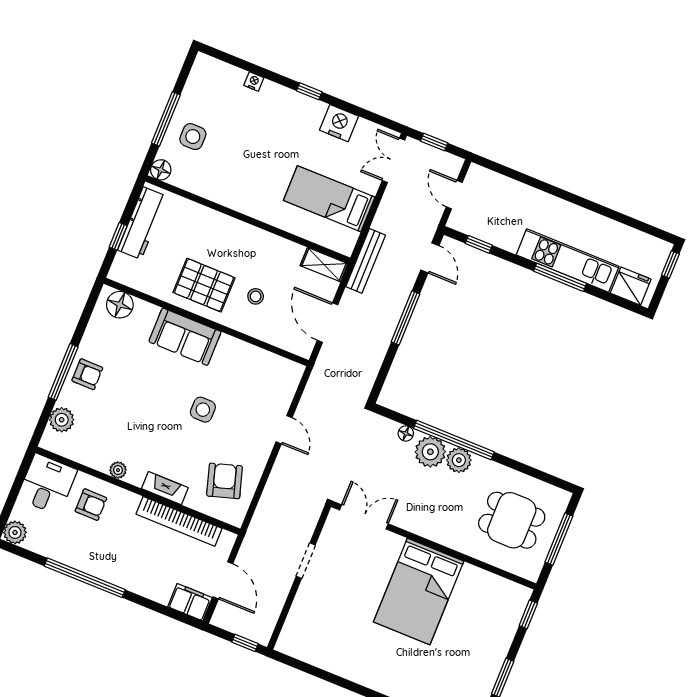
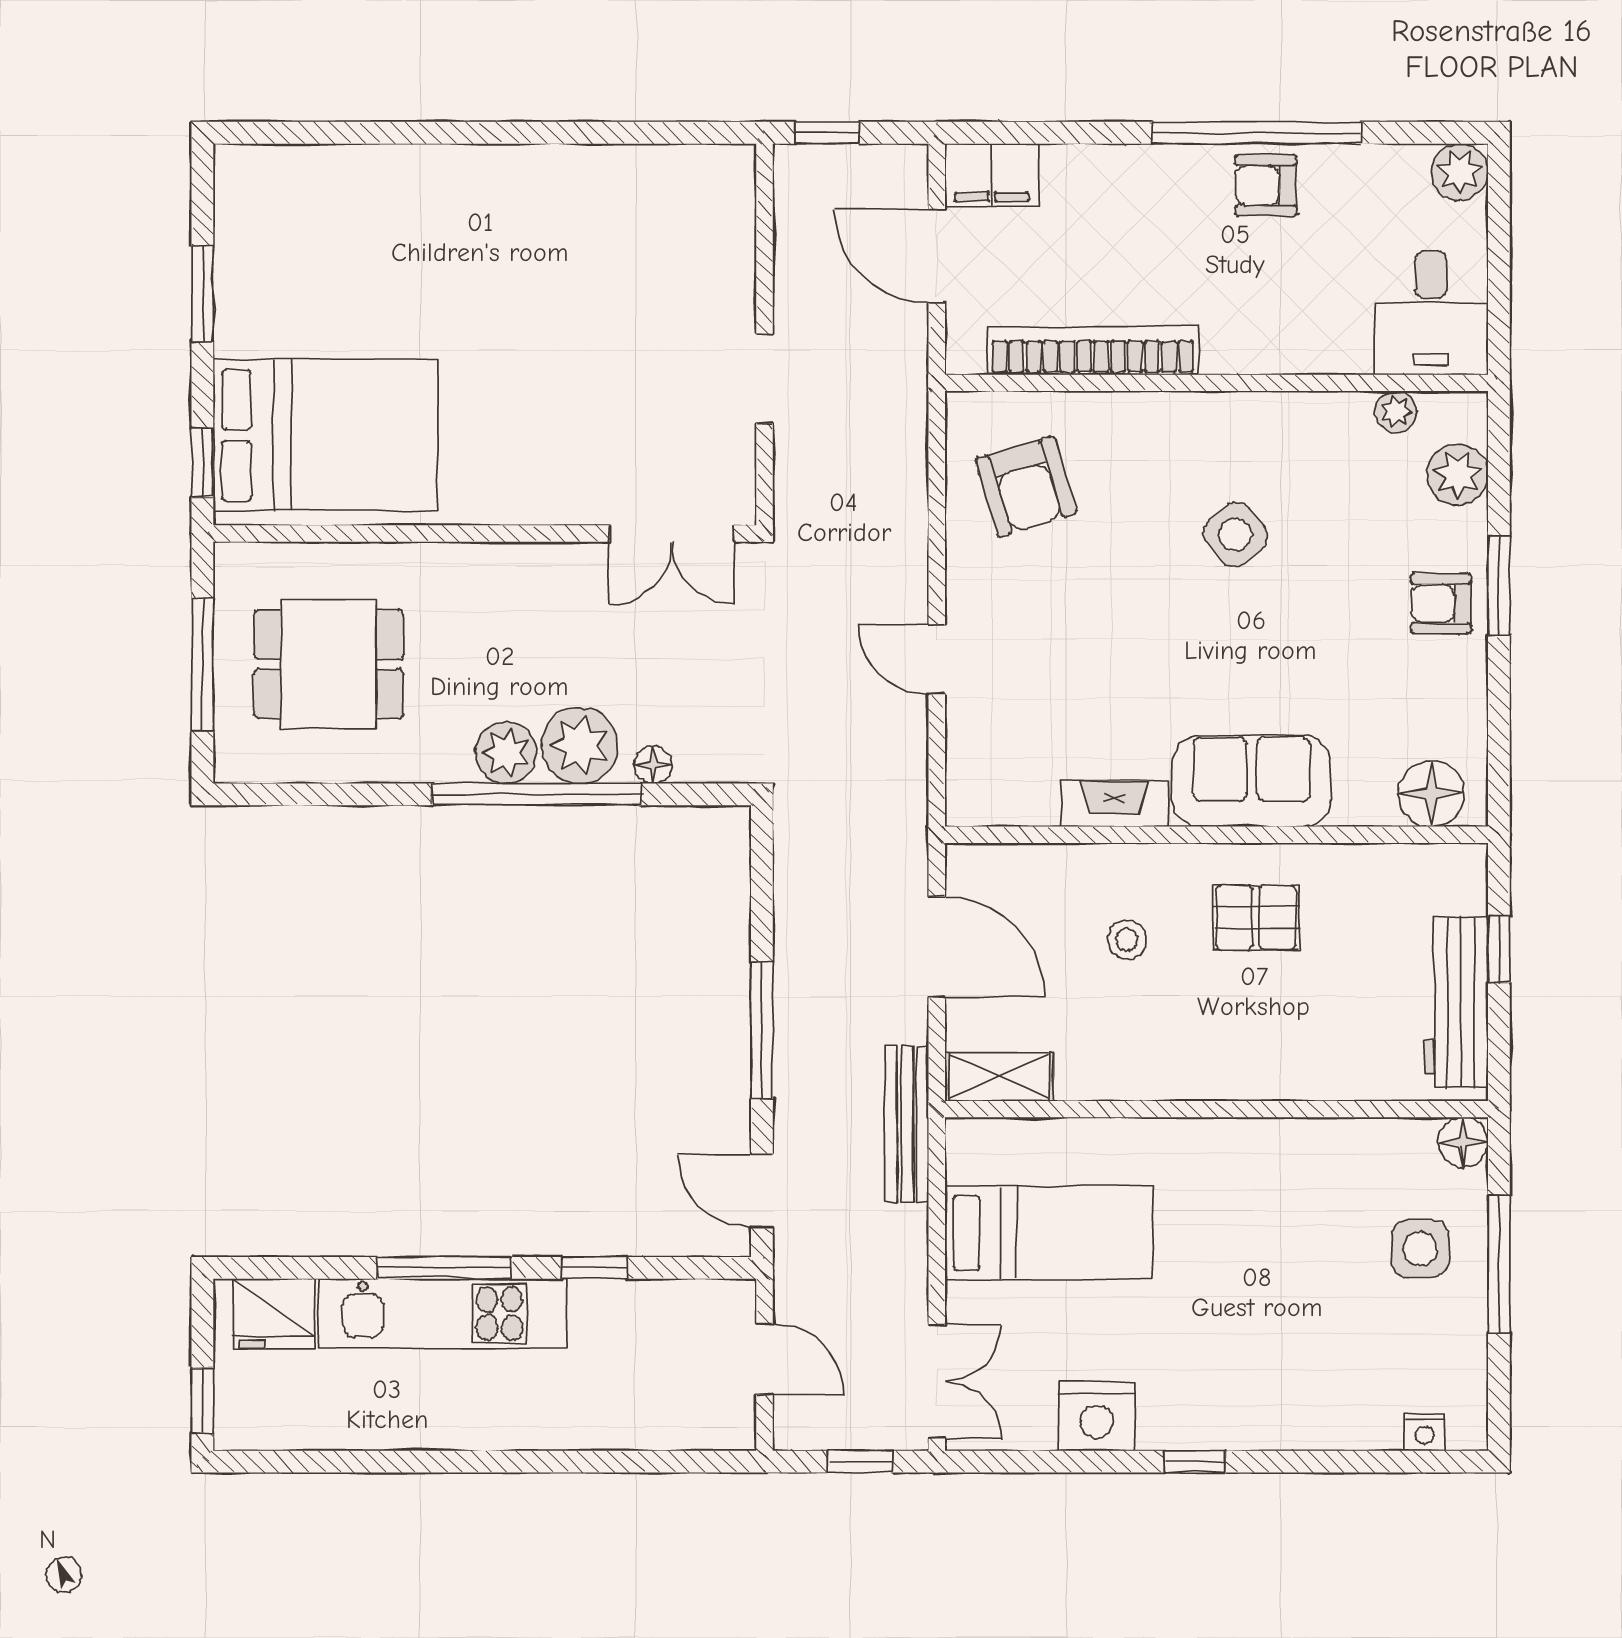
nightstand: (254, 82) -> (1424, 1432), moved
window: (479, 244) -> (594, 1268), moved
pallet: (204, 285) -> (1256, 917), width x0.67, depth x0.71
window: (63, 372) -> (1499, 586), width x0.69
side table: (203, 410) -> (1235, 535), moved, turned -38
plant: (118, 470) -> (1396, 412), moved
fireplace: (165, 488) -> (1114, 804), moved, turned 180
armchair: (91, 505) -> (1266, 185), moved
bed: (419, 591) -> (325, 435), moved, turned 90

